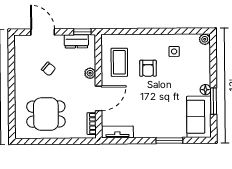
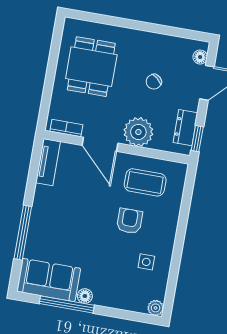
floor lamp: (26, 40) -> (200, 57), added
armchair: (148, 68) -> (129, 221), turned 90
plant: (90, 73) -> (138, 132), width x1.87, depth x1.87
window: (214, 101) -> (67, 304), width x1.44
window: (169, 140) -> (23, 233), width x1.44

